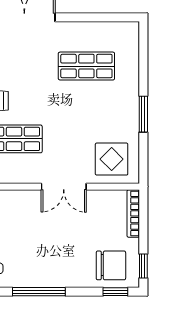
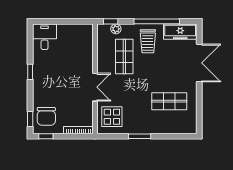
shop shelf: (86, 66) -> (169, 101), turned 90
double door: (64, 187) -> (95, 87), swing flipped
window: (39, 292) -> (30, 72), width x0.46

